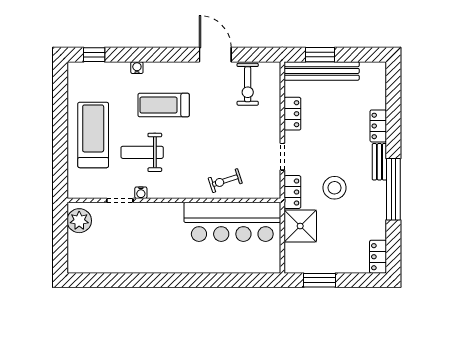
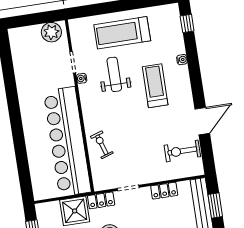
treadmill: (93, 135) -> (122, 33), turned 180
bar counter: (232, 222) -> (67, 142), width x1.36

